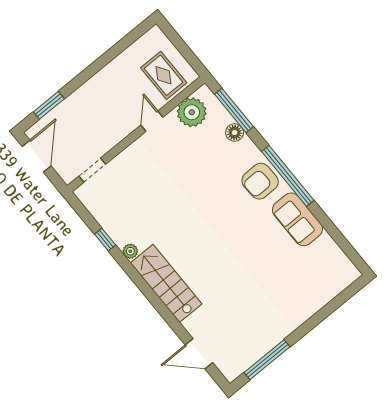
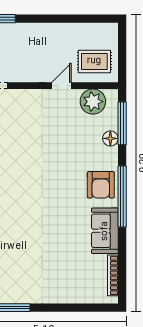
rug: (164, 75) -> (94, 61), turned 90
armchair: (260, 181) -> (101, 185), turned -89
bookcase: (338, 253) -> (113, 275), added

